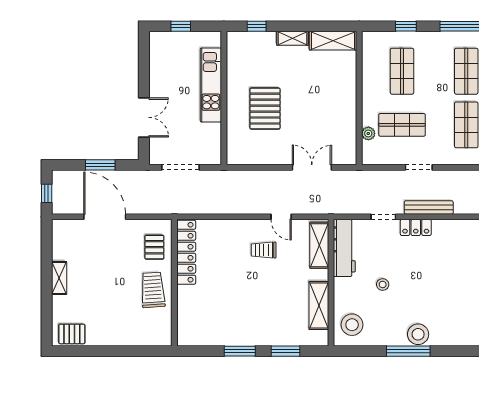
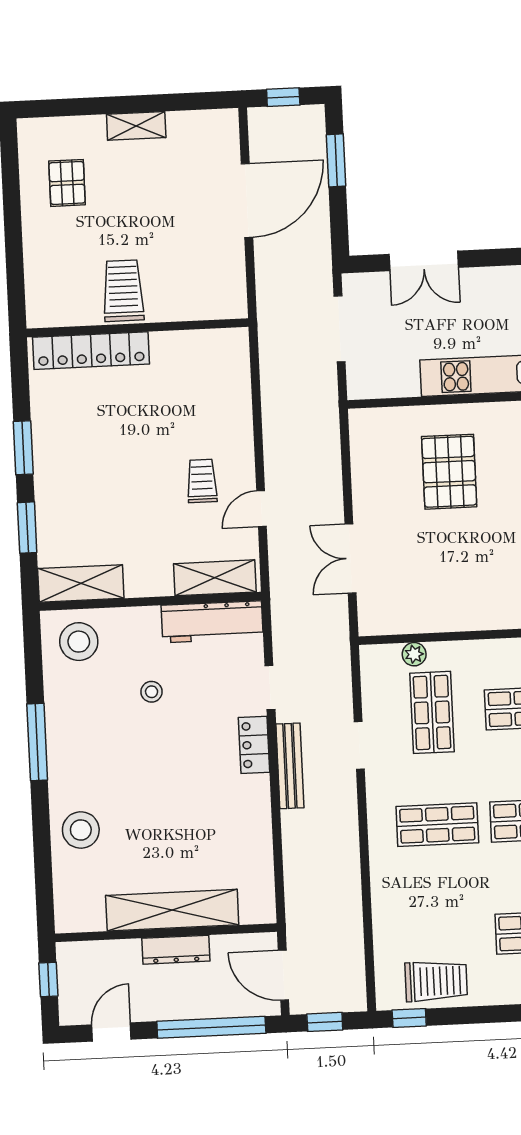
pallet: (265, 109) -> (449, 472), turned 90
window: (100, 165) -> (336, 160), moved
double door: (312, 167) -> (350, 559), swing flipped
pallet: (154, 247) -> (198, 290), removed
locker: (186, 252) -> (91, 351), moved
trolley: (153, 290) -> (123, 291), turned -86
shelving: (319, 305) -> (81, 583), moved
pallet: (72, 334) -> (67, 183), moved
stool: (418, 334) -> (81, 830), moved

